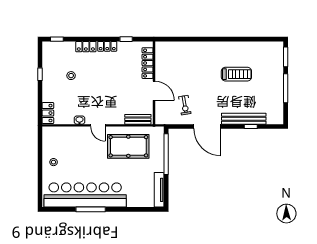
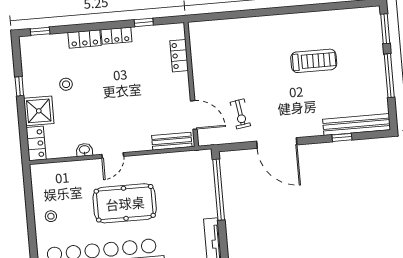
locker: (148, 63) -> (179, 56), width x0.66
door: (154, 91) -> (194, 115), moved
shower: (51, 92) -> (39, 111), added
bench: (244, 119) -> (357, 124), moved
door: (98, 125) -> (113, 155), hinge flipped
pool table: (128, 146) -> (125, 203), moved

